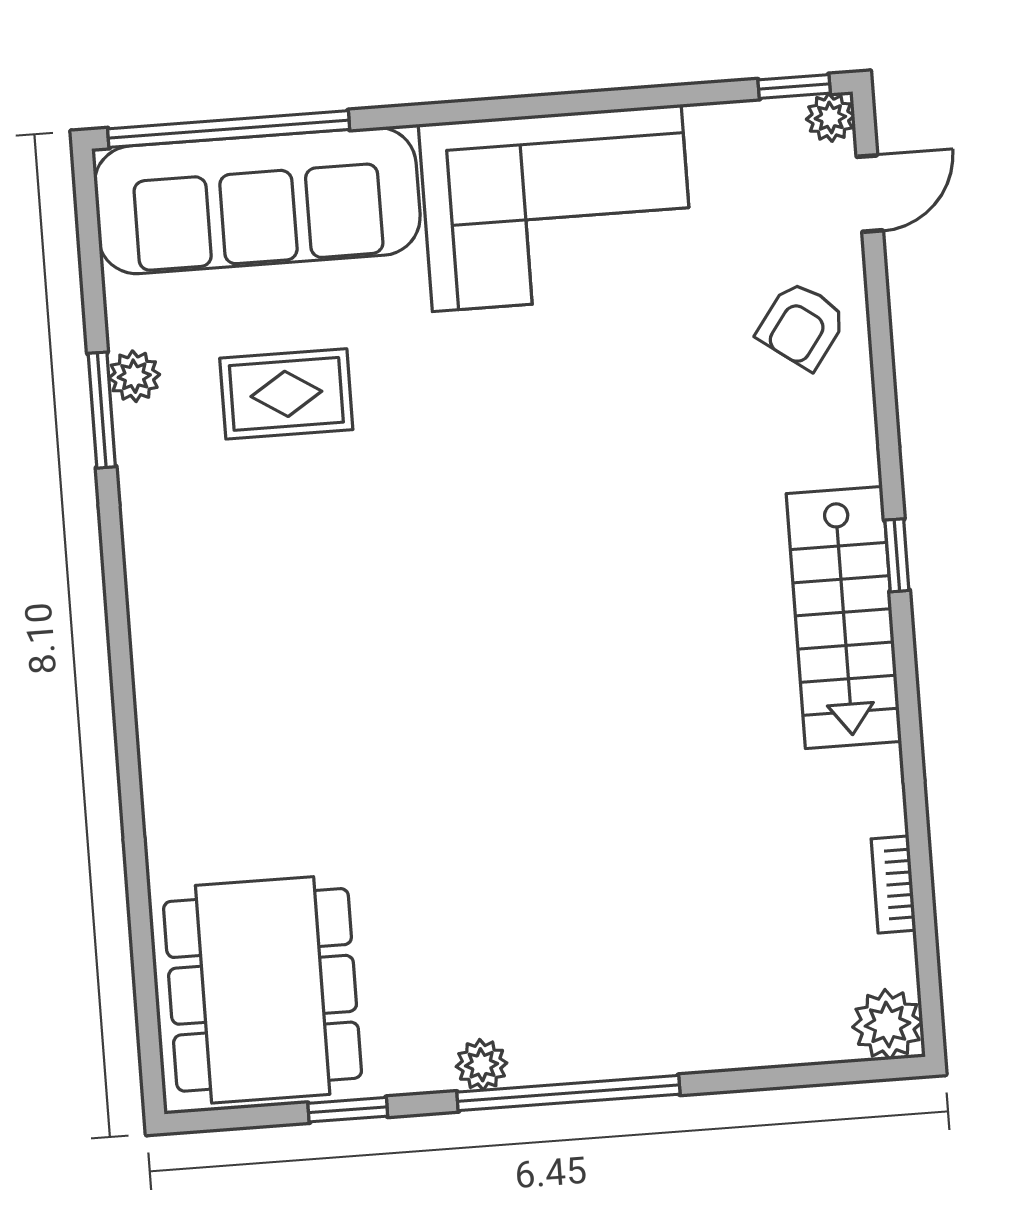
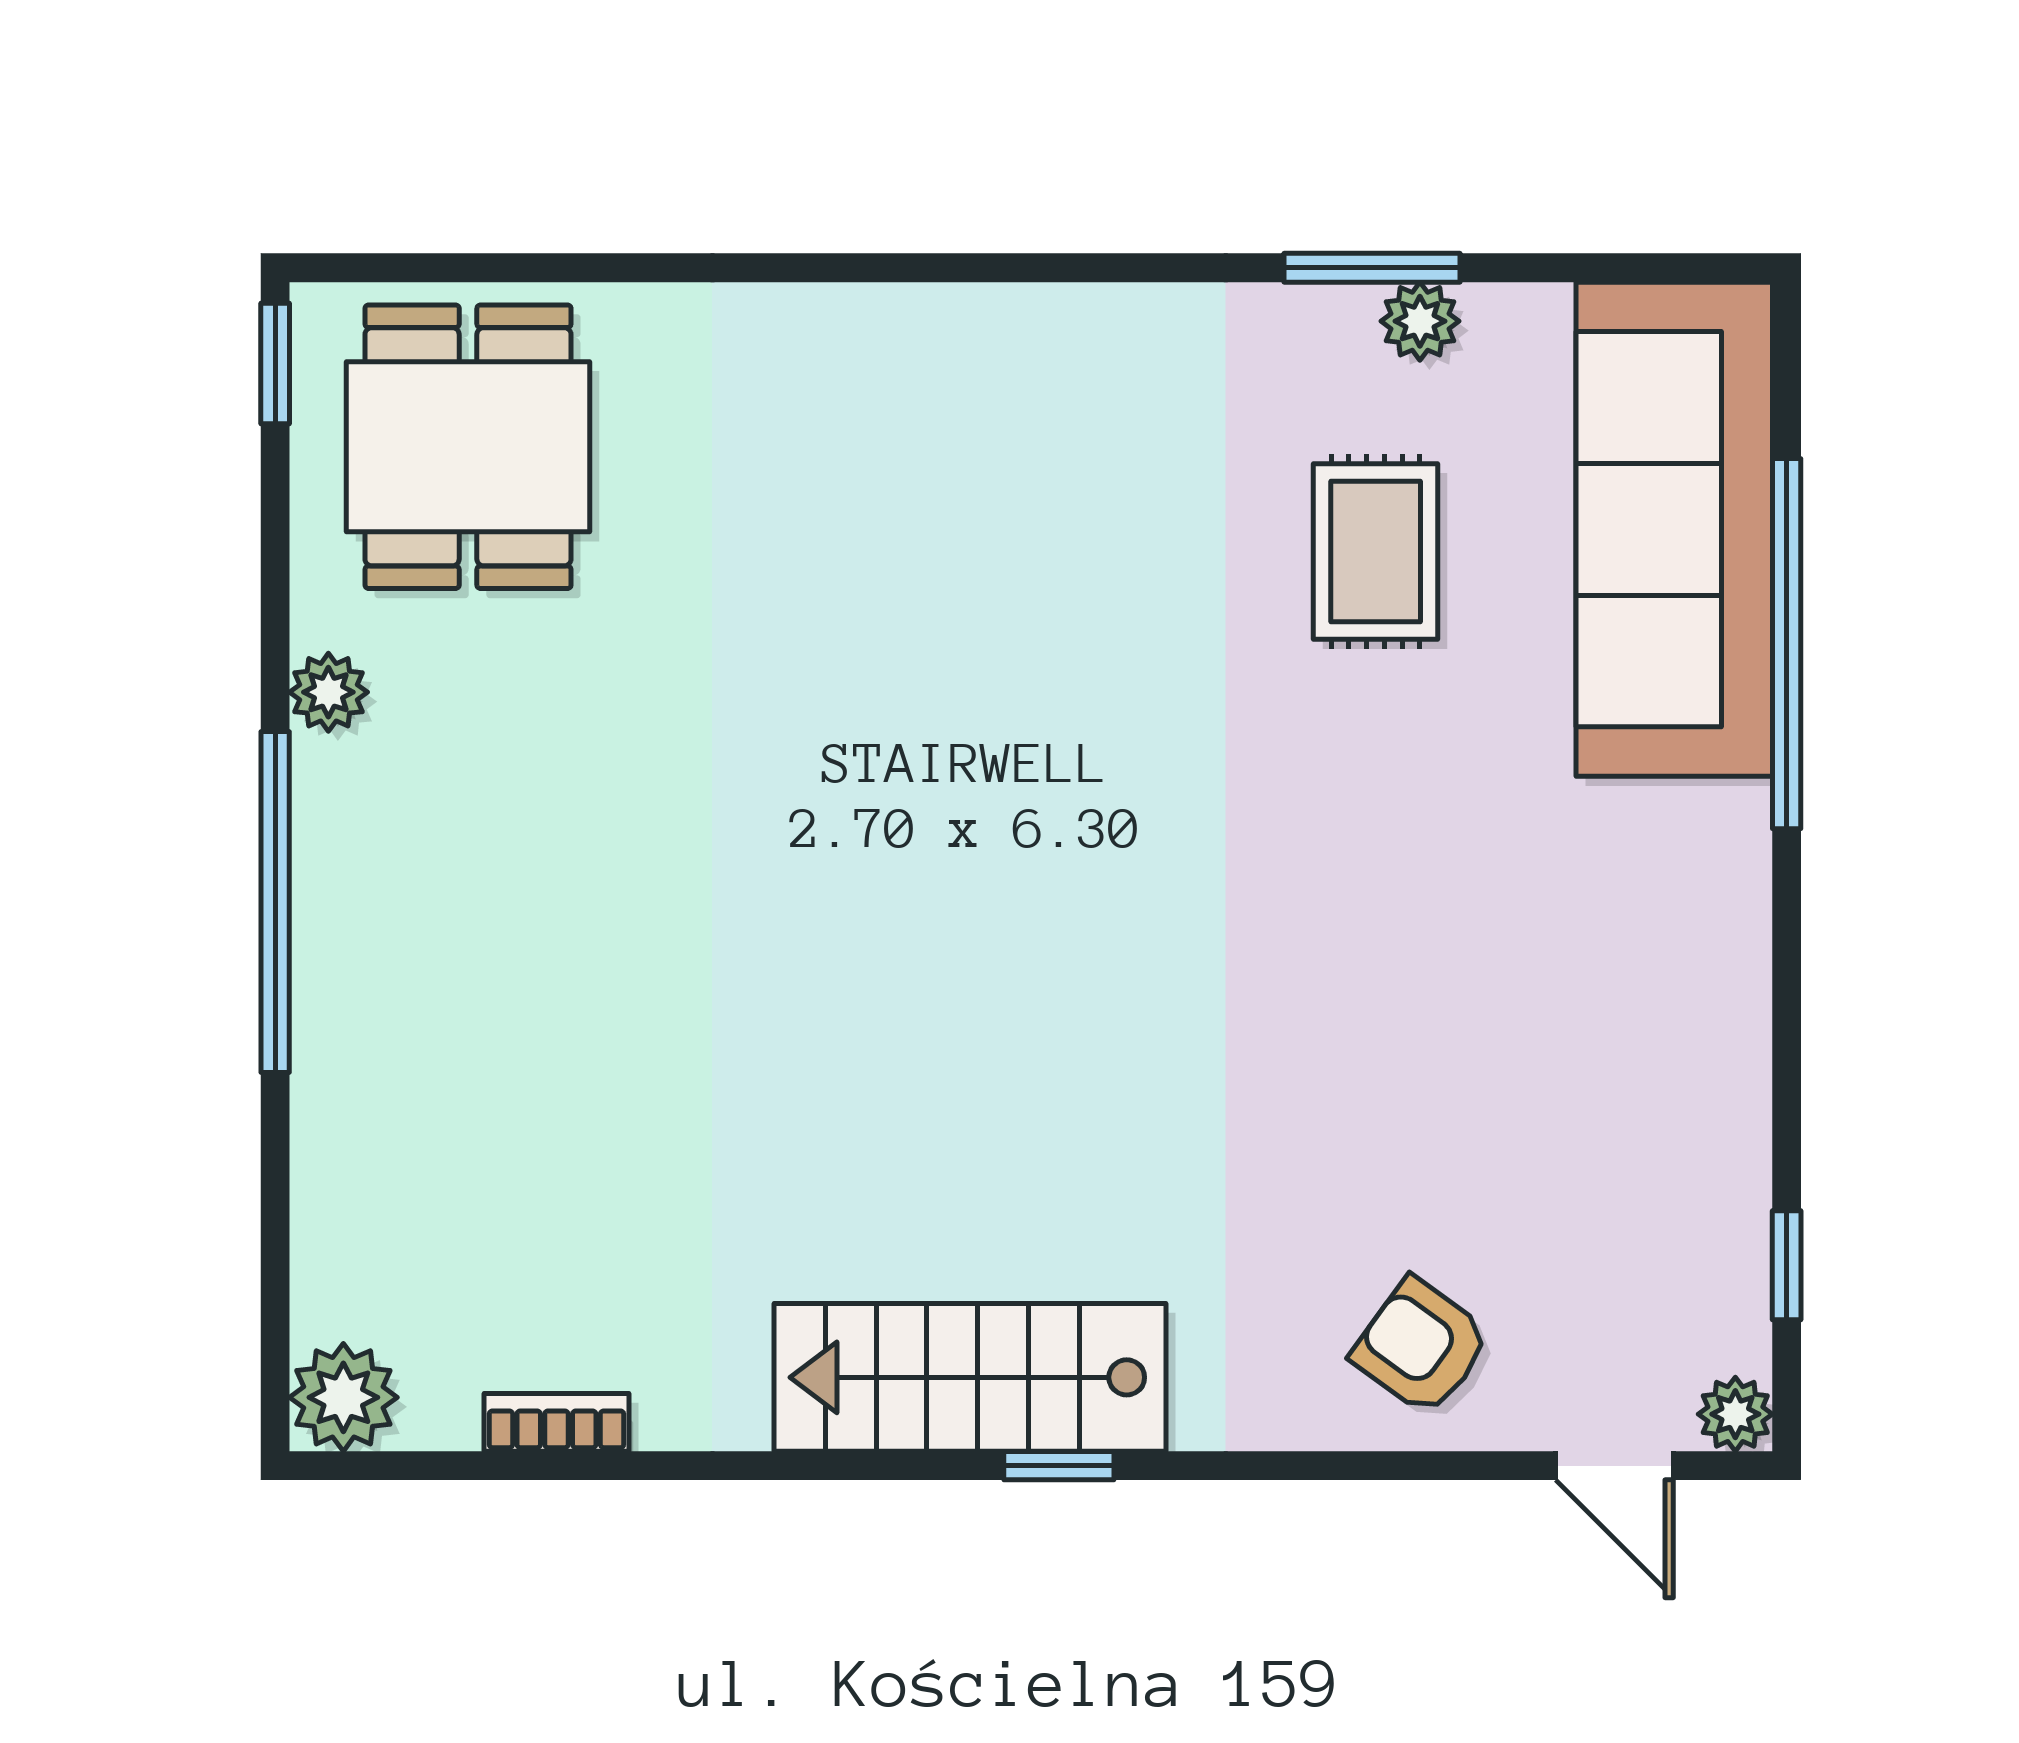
window: (794, 87) -> (1787, 1265), moved
window: (229, 129) -> (1787, 644), moved
corner sofa: (557, 208) -> (1628, 986), removed
dining table: (263, 990) -> (468, 447), width x0.73
plant: (482, 1065) -> (328, 692), moved
window: (348, 1110) -> (275, 364), moved

